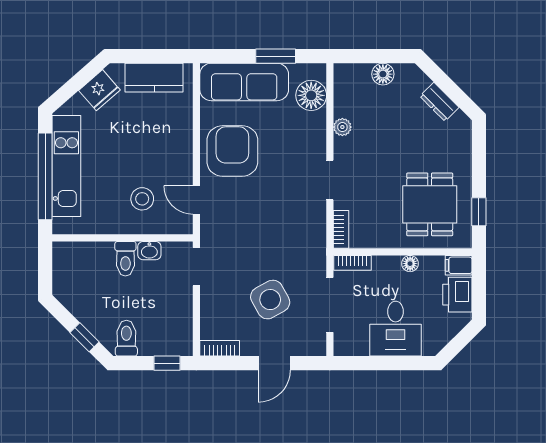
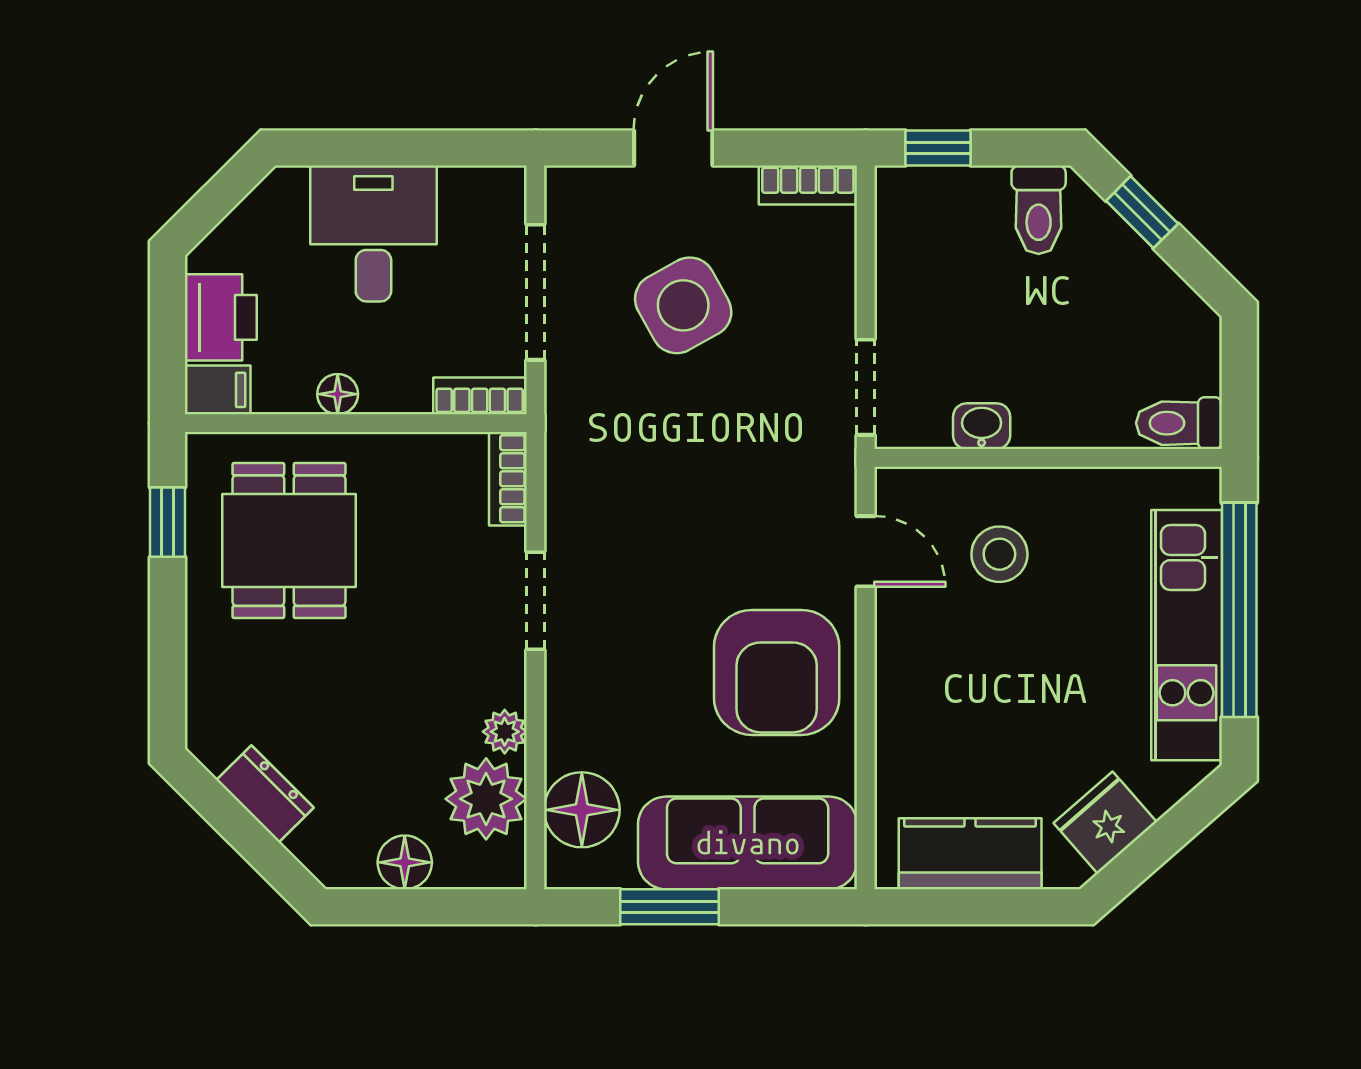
plant: (350, 100) -> (486, 799), added
toilet: (125, 259) -> (1179, 423), moved, turned -90

